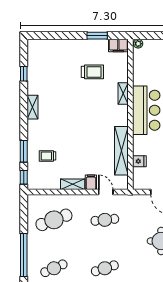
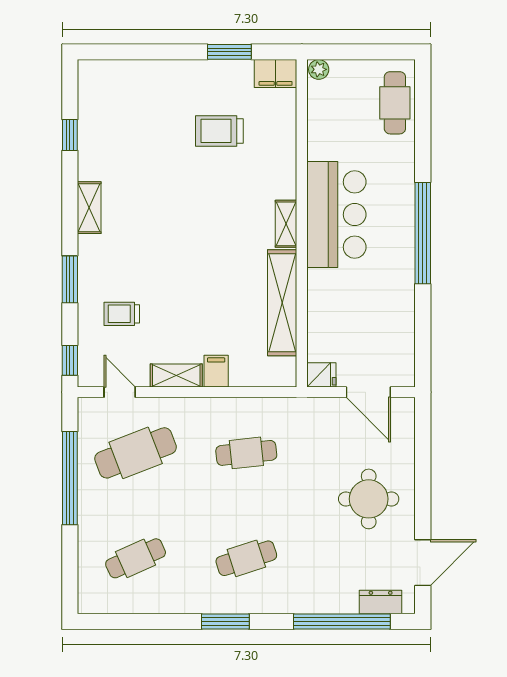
trolley: (92, 72) -> (219, 131), turned 180
shelving: (123, 94) -> (286, 224), moved
window: (24, 151) -> (70, 279), moved
fridge: (139, 161) -> (321, 375), moved
door: (106, 192) -> (120, 392), moved
window: (24, 255) -> (70, 478), moved

